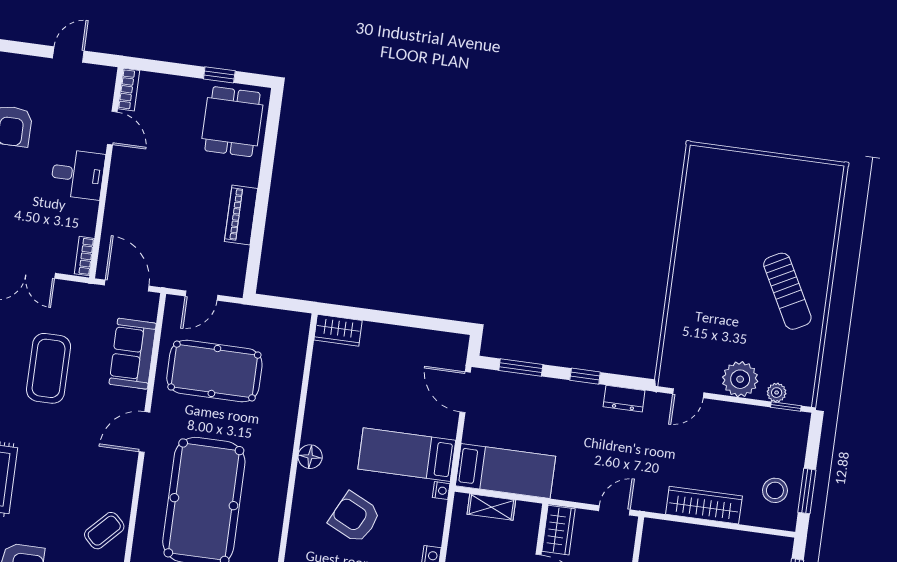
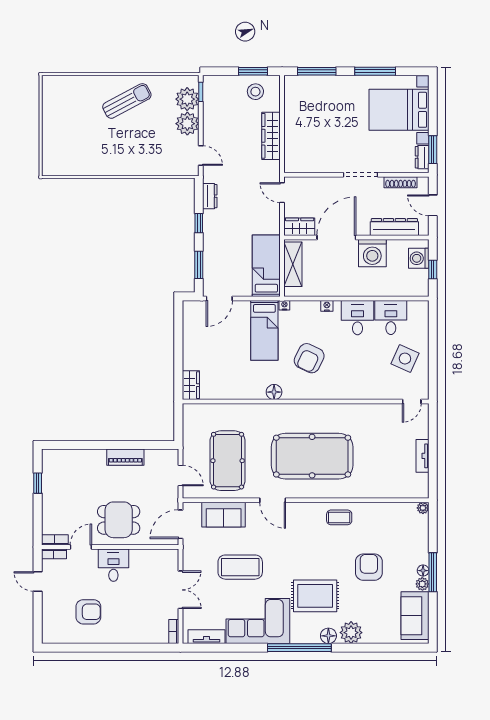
dining table: (232, 122) -> (119, 520), moved
bookcase: (84, 256) -> (54, 554), moved
plant: (777, 393) -> (187, 99), width x1.88, depth x1.88
shelving: (491, 507) -> (293, 264), width x1.50, depth x1.33
coffee table: (104, 531) -> (339, 517), turned -44

